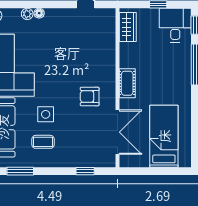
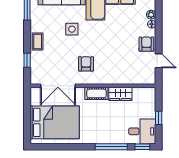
armchair: (65, 20) -> (146, 44), added
wardrobe: (128, 27) -> (120, 94), moved
bed: (164, 136) -> (55, 122), width x1.50
coffee table: (43, 142) -> (38, 41), moved

